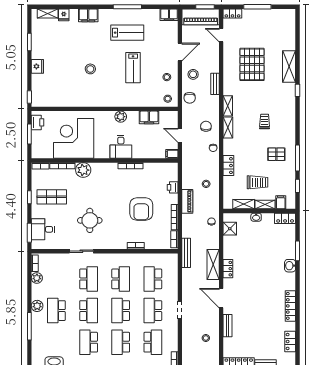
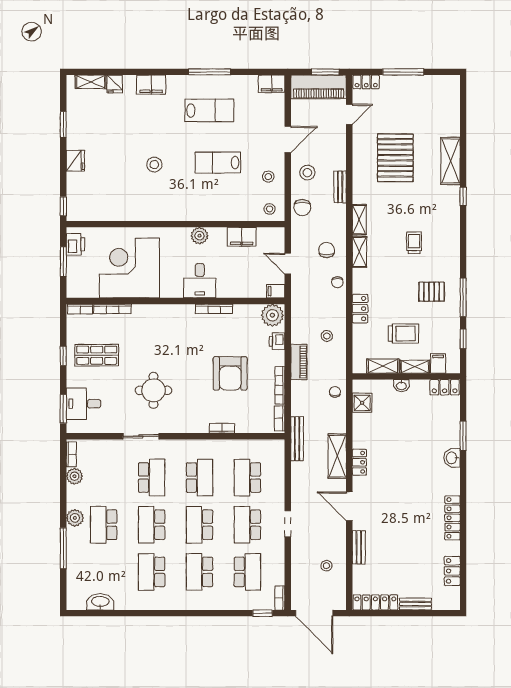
door: (221, 35) -> (349, 114), swing flipped
lab bench: (133, 68) -> (218, 163), turned 90
plant: (83, 170) -> (272, 315), moved
school desk: (89, 311) -> (152, 525), turned 180

